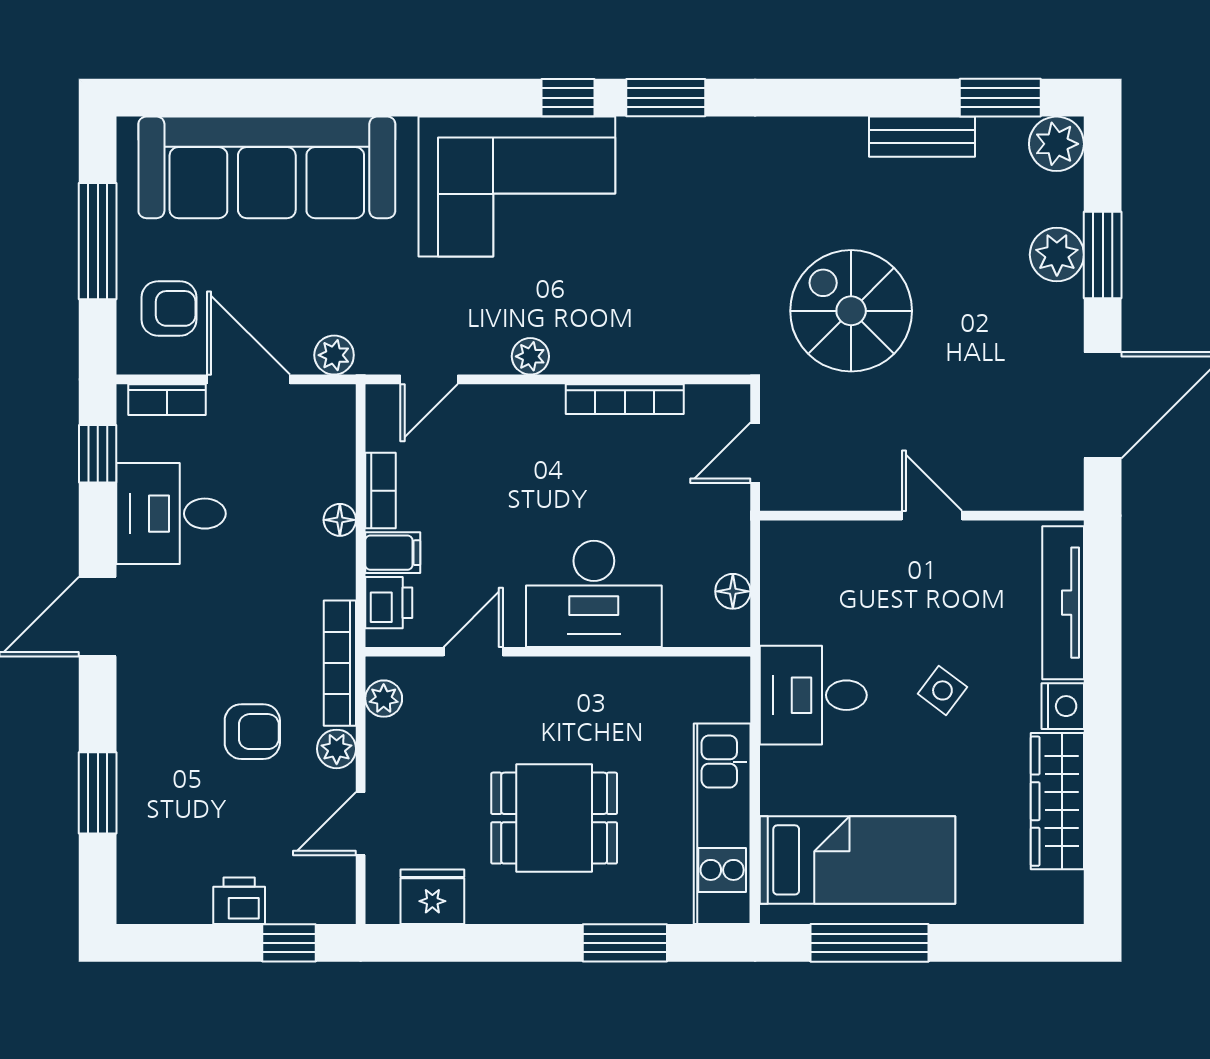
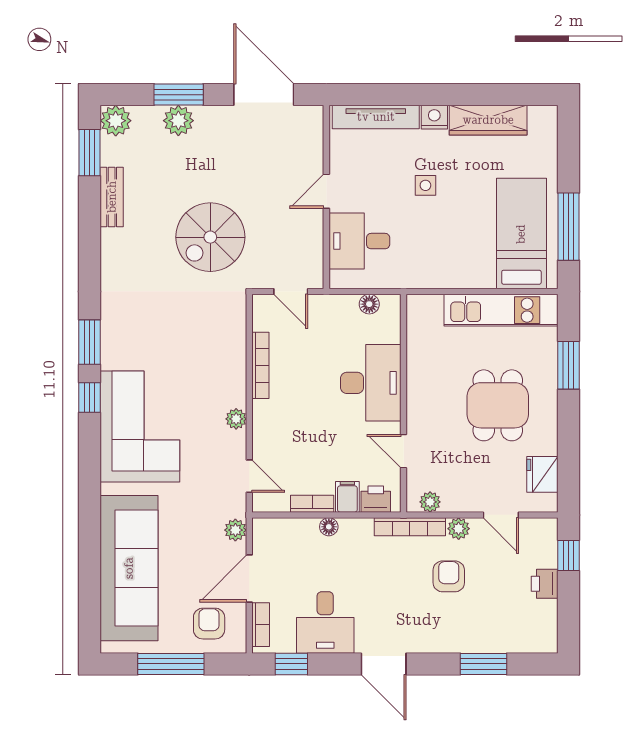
side table: (942, 690) -> (425, 185), turned -37
desk: (813, 695) -> (359, 241), moved, turned 90

